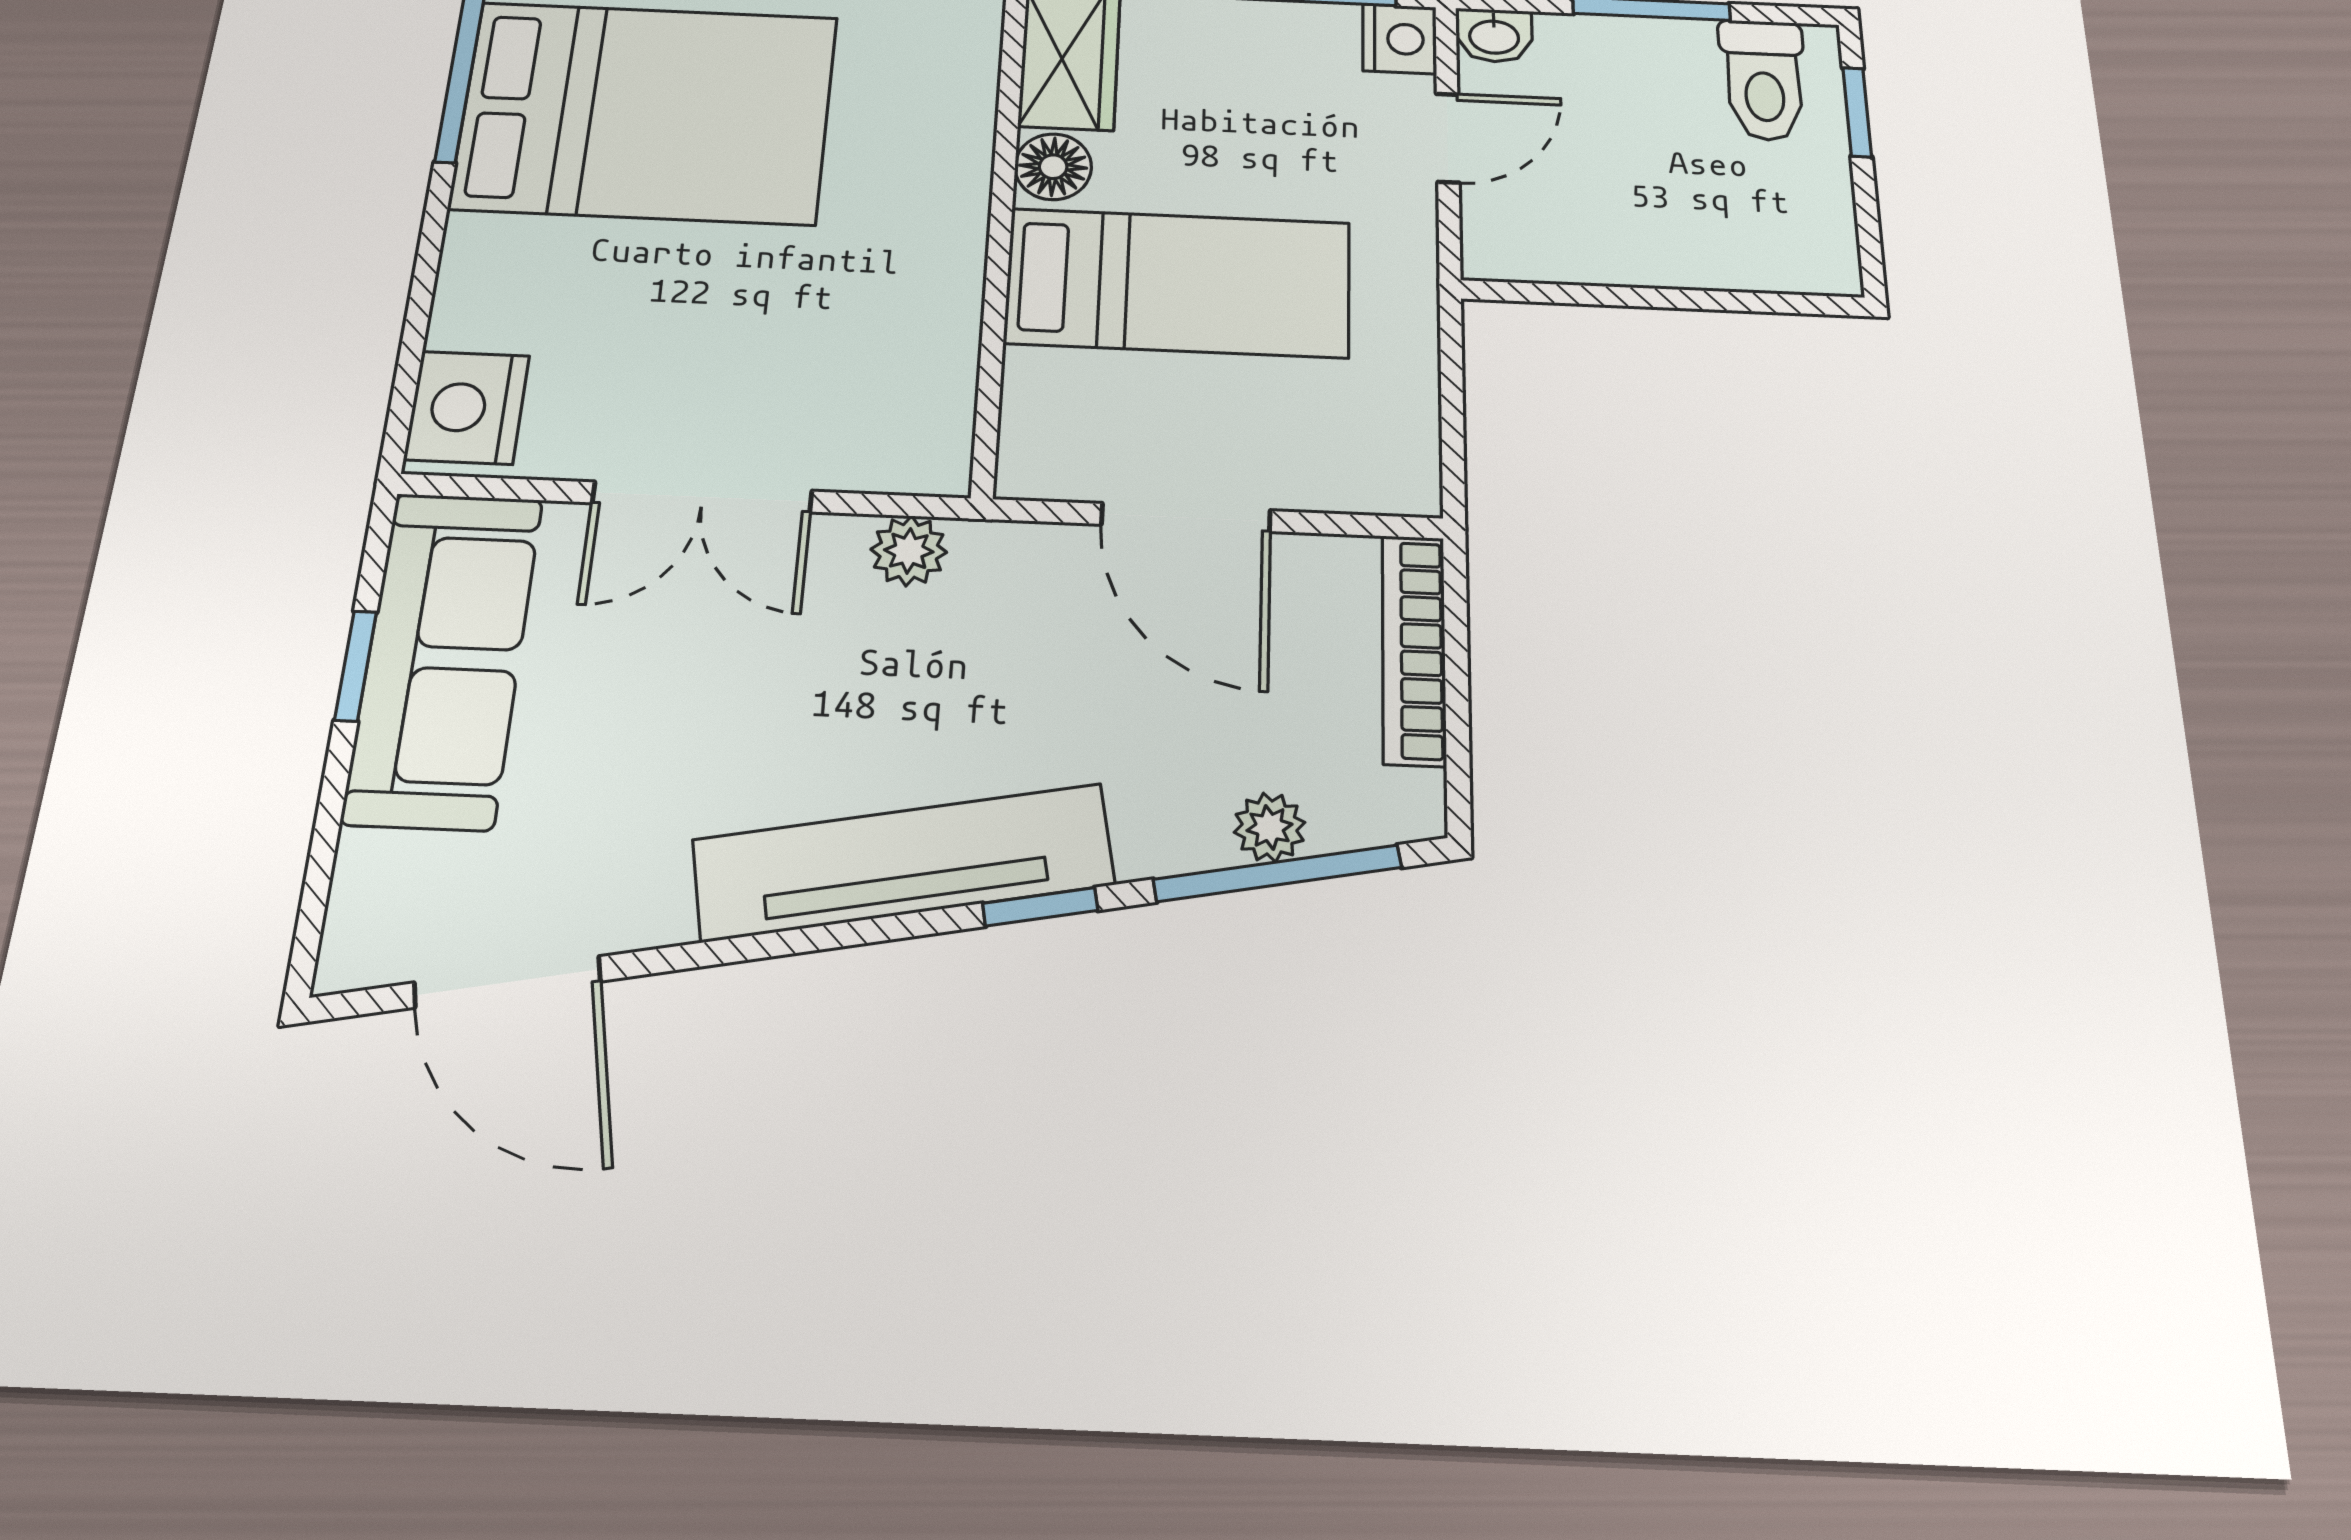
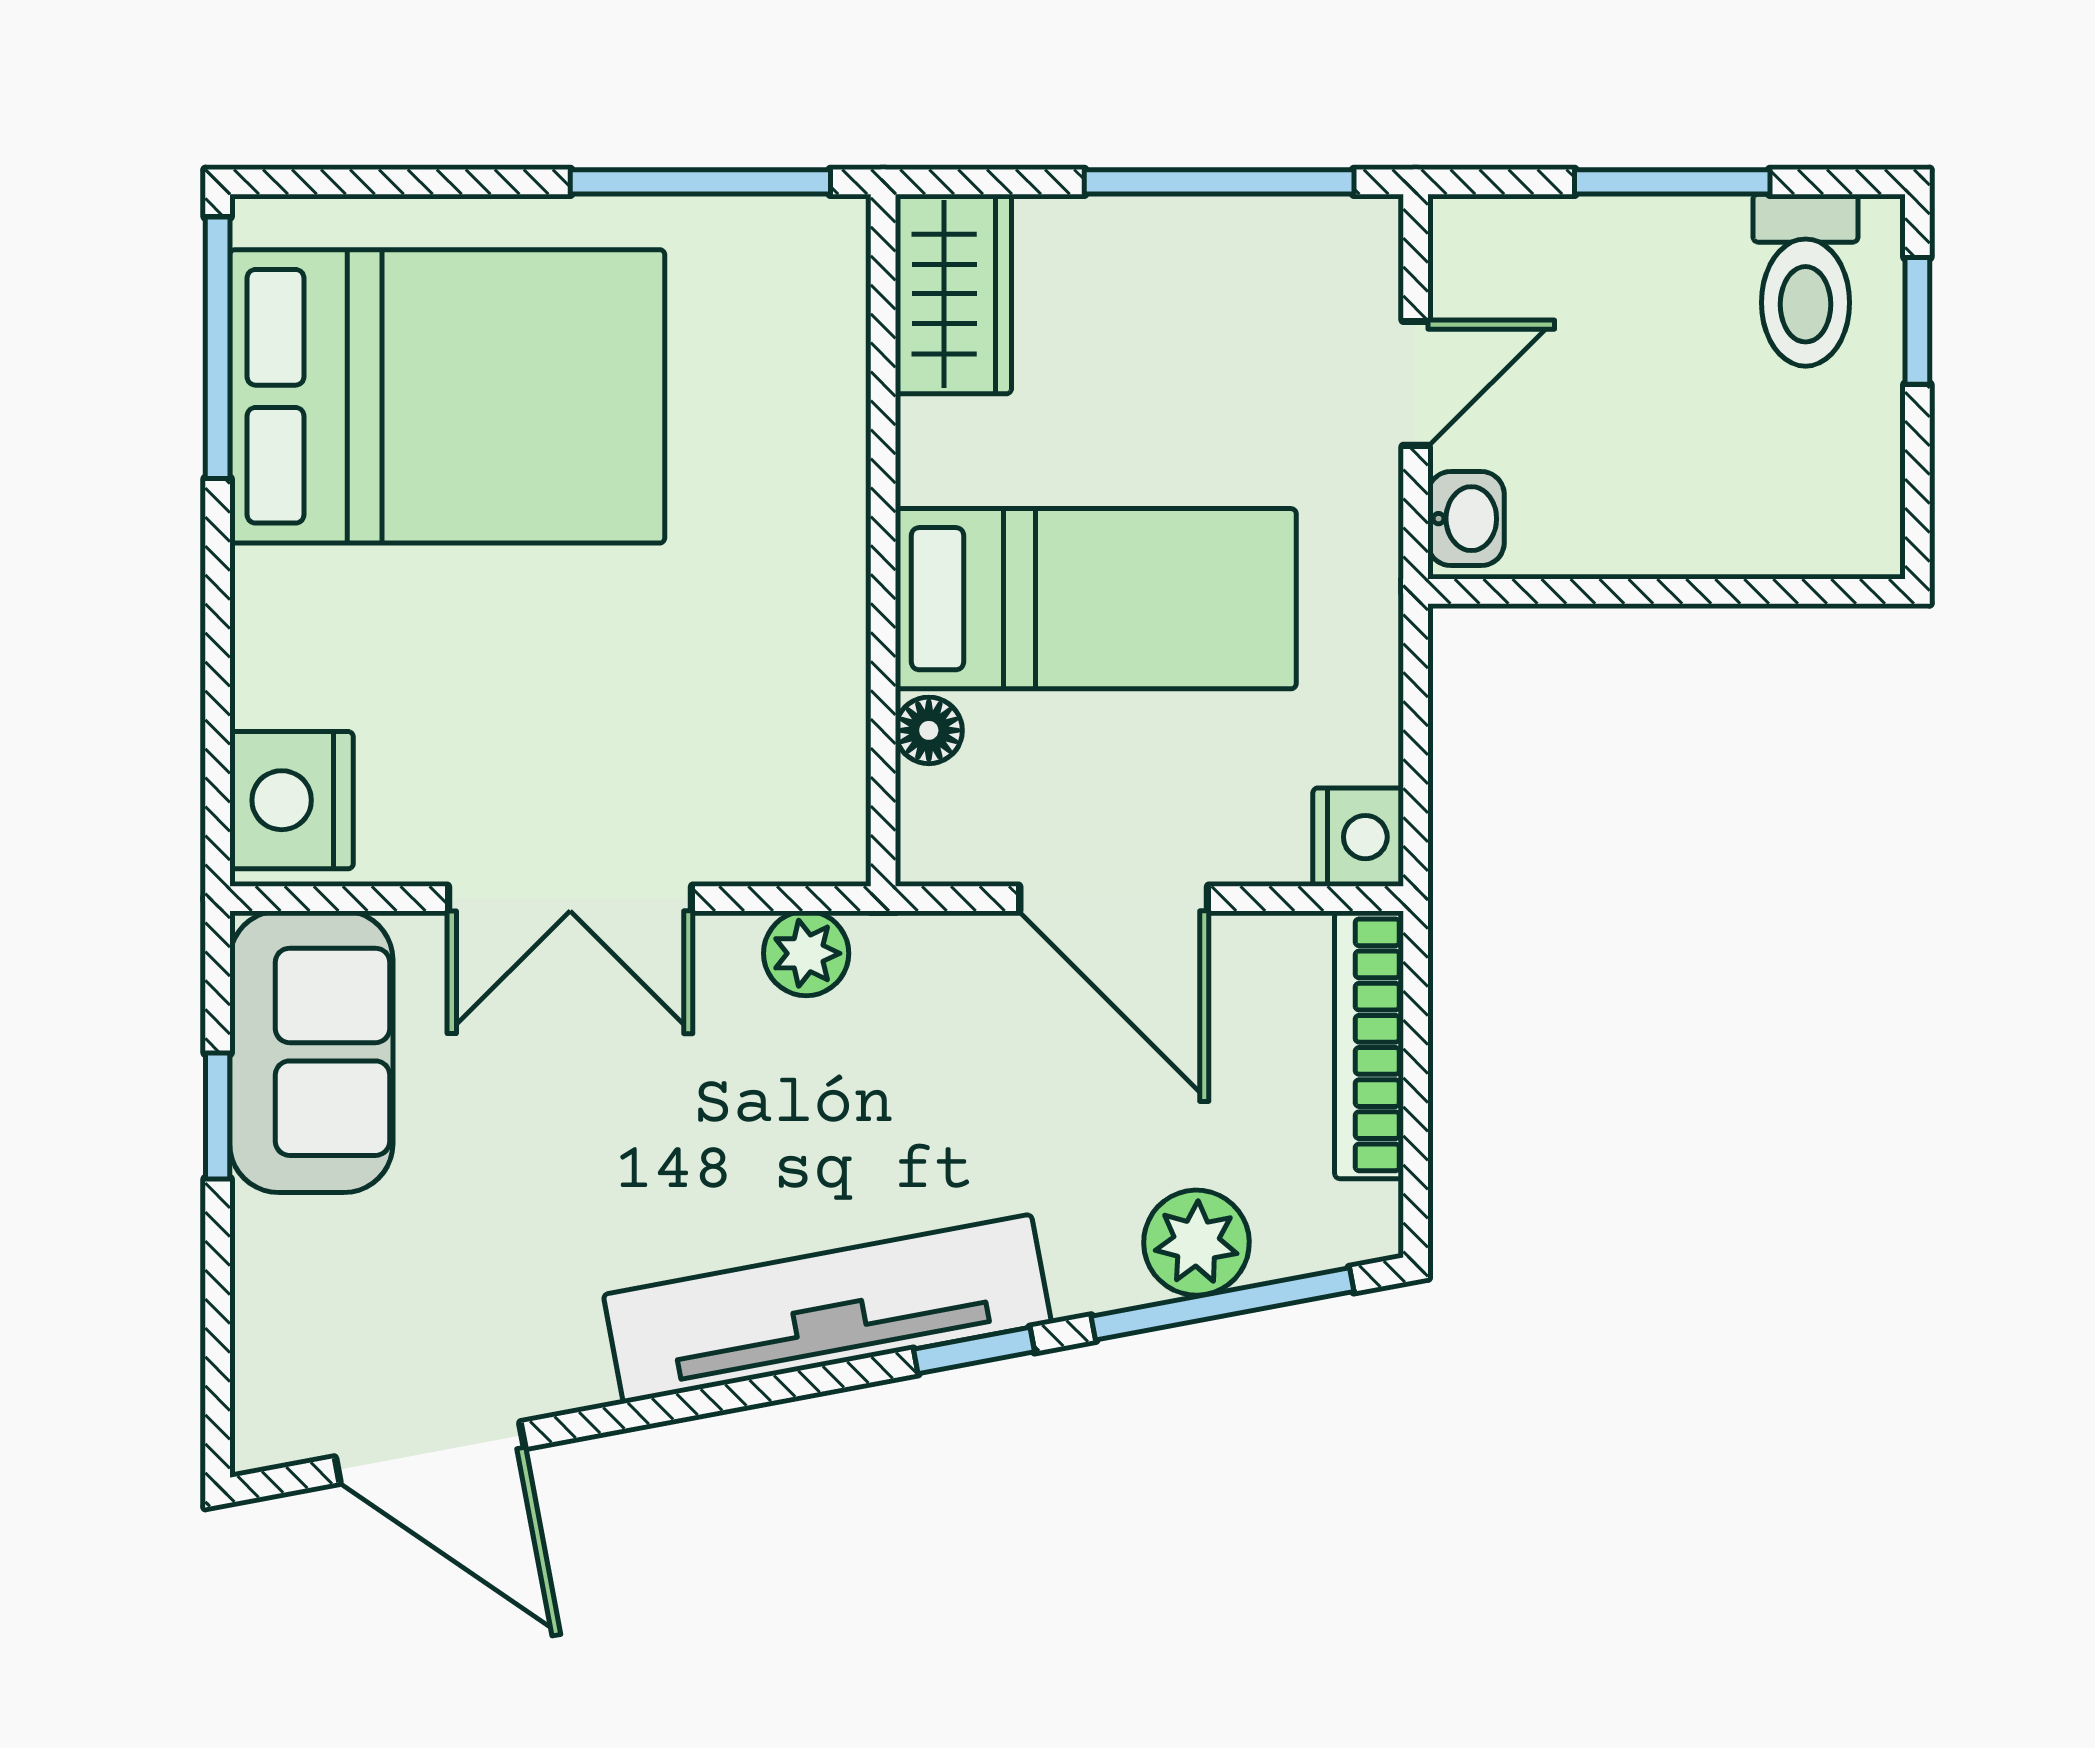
washbasin: (1494, 36) -> (1466, 519), moved, turned -90
nightstand: (1400, 39) -> (1358, 837), moved
floor lamp: (1053, 167) -> (929, 730), moved, width x0.73, depth x0.73
sofa: (444, 658) -> (311, 1052), width x0.73
plant: (1270, 827) -> (1196, 1243), width x1.38, depth x1.38

